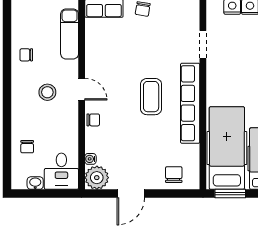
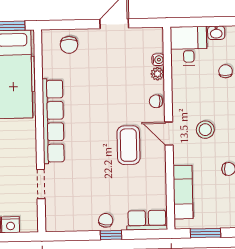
coffee table: (151, 97) -> (129, 145), moved
plant: (97, 178) -> (157, 74), moved, width x0.53, depth x0.53

